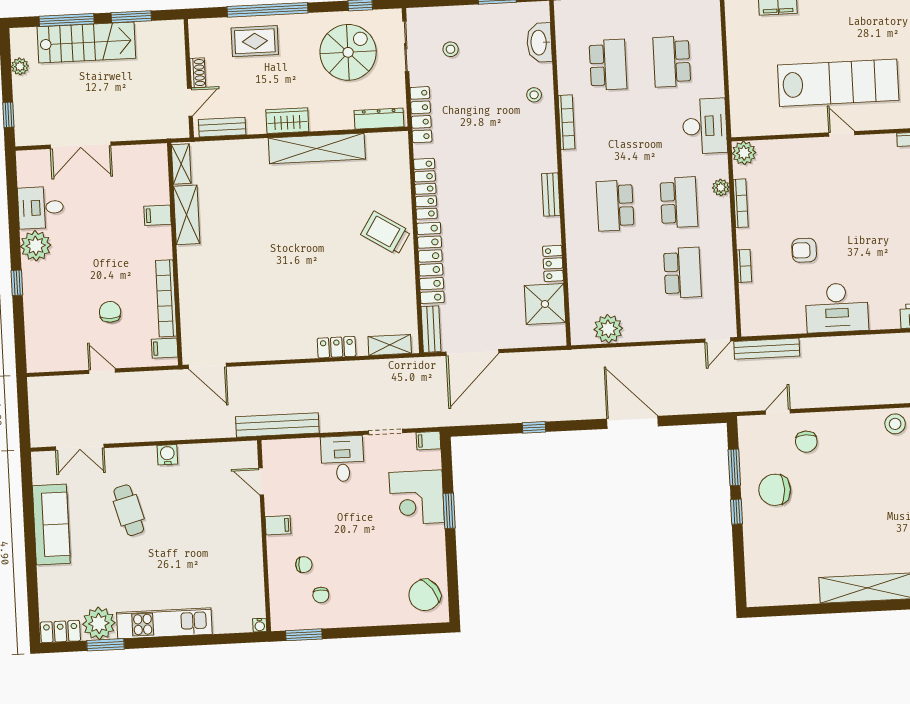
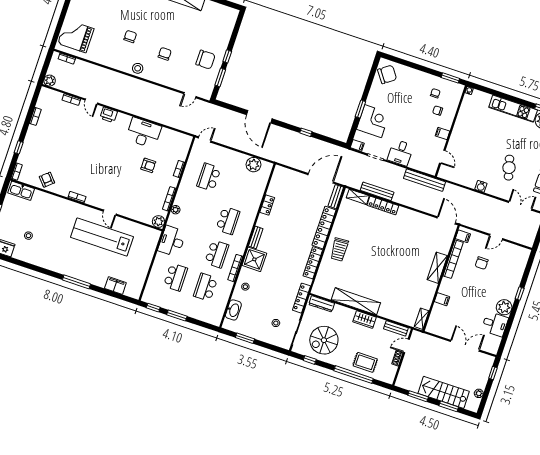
window: (67, 20) -> (449, 406), width x0.69
school desk: (679, 202) -> (217, 254), moved, turned 180
shelving: (187, 215) -> (437, 268), moved
trolley: (386, 233) -> (339, 250), turned 54
shower: (545, 304) -> (254, 259), moved
locker: (337, 347) -> (383, 205), width x1.53
bench: (767, 349) -> (377, 191), moved
door: (102, 371) -> (496, 237), hinge flipped
chair: (806, 442) -> (165, 54), moved

